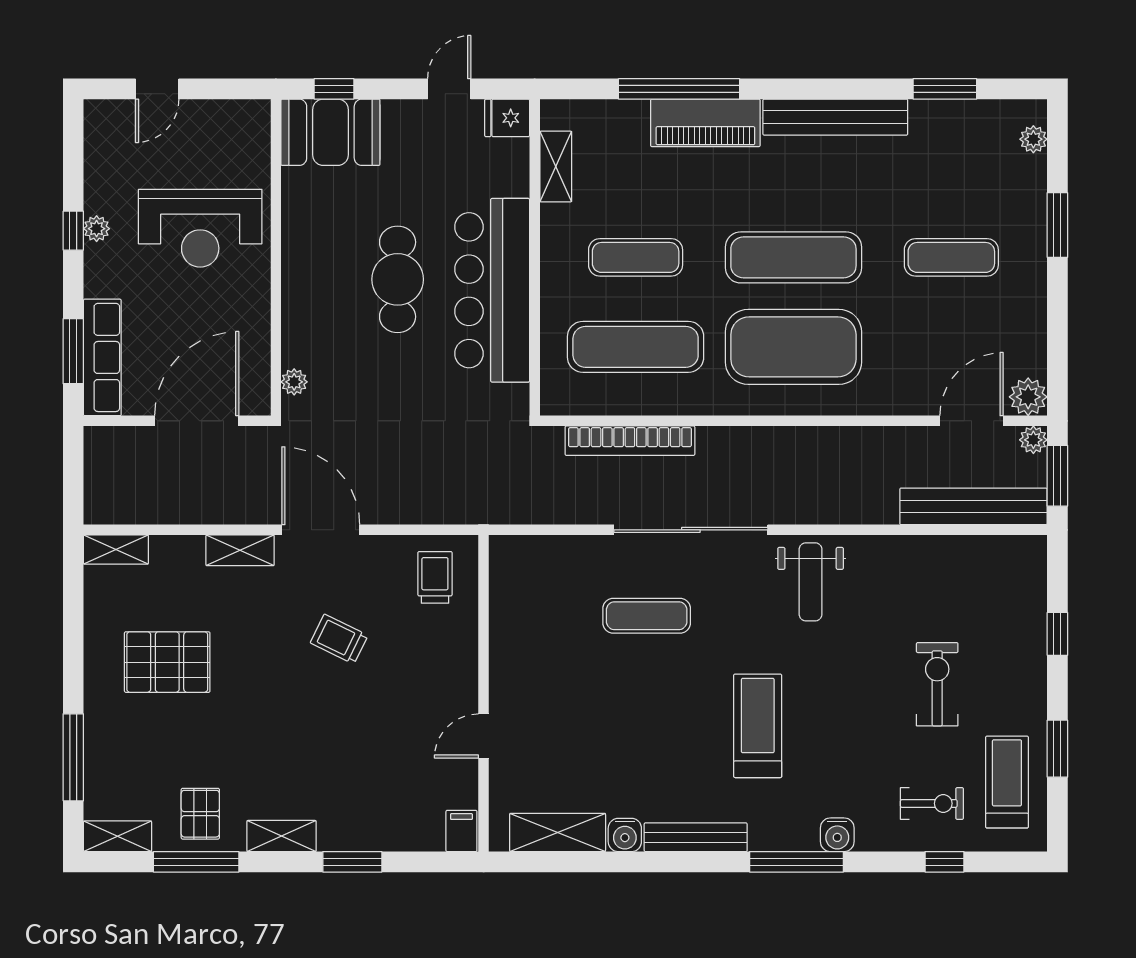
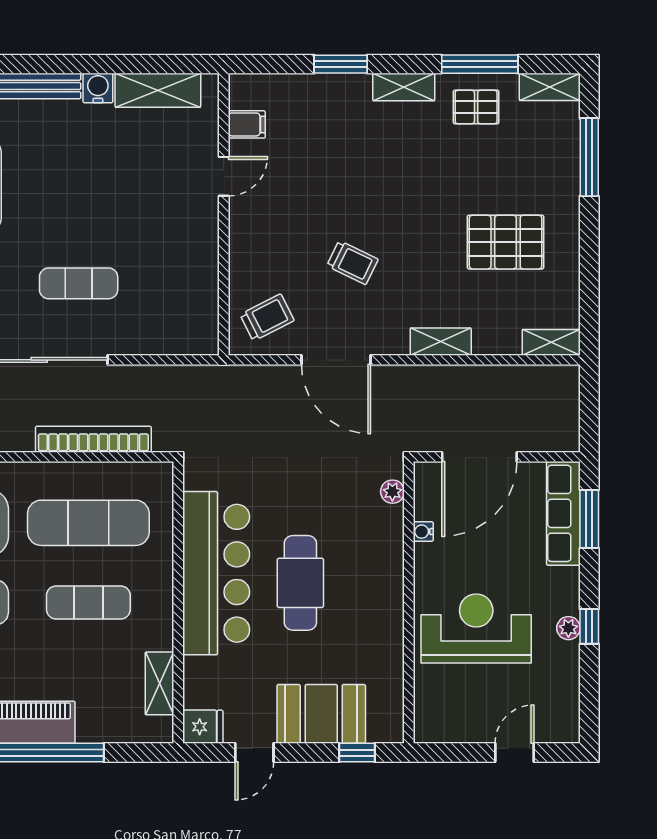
booth: (330, 132) -> (321, 714), moved
water cooler: (260, 337) -> (423, 532), added
door: (321, 530) -> (336, 360), moved
trolley: (435, 577) -> (267, 317), turned -117
pallet: (200, 814) -> (476, 107), turned 90
filing cabinet: (461, 831) -> (247, 124), moved, turned -90

